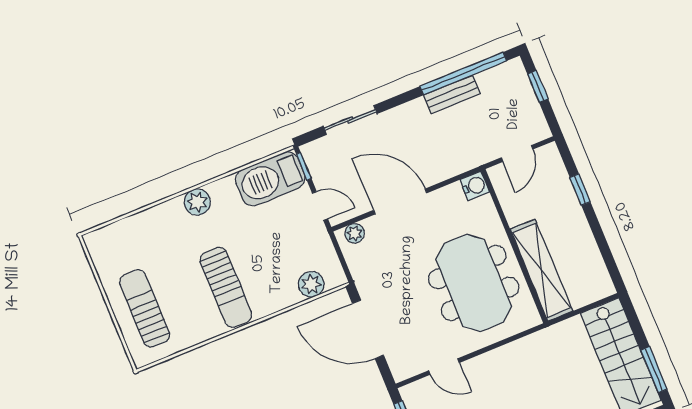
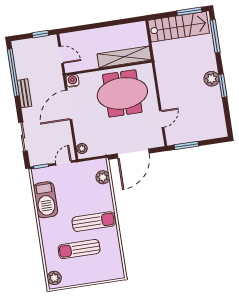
window: (538, 86) -> (40, 34), moved
bench: (452, 94) -> (24, 93), moved
barbecue: (270, 179) -> (46, 200), moved
window: (580, 190) -> (87, 27), removed
door: (400, 201) -> (69, 105), moved
plant: (197, 202) -> (54, 278), moved
sun lounger: (145, 308) -> (79, 249), moved

